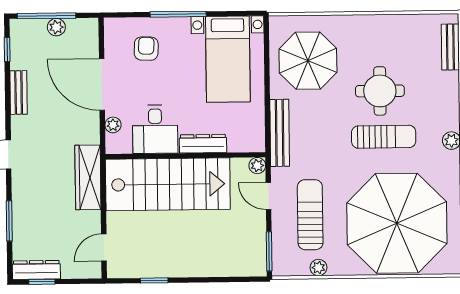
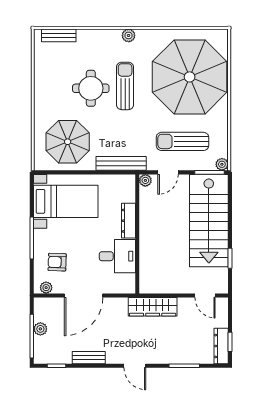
plant: (113, 125) -> (46, 288), moved
stairs: (168, 184) -> (209, 221), moved, turned 180
plant: (319, 268) -> (222, 164), moved

